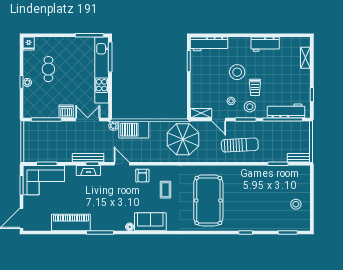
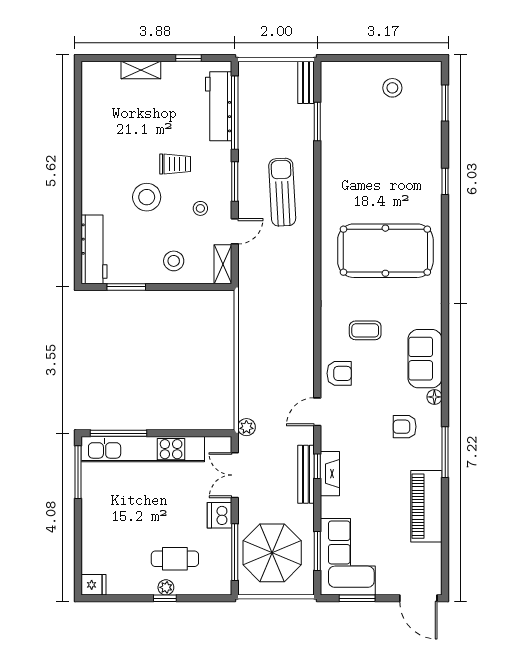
workbench: (265, 44) -> (95, 145), removed
shelving: (305, 58) -> (141, 70), moved
cafe table: (48, 69) -> (175, 559), moved
stool: (250, 107) -> (174, 261), moved
barbecue: (134, 130) -> (254, 389), removed
parasol: (183, 139) -> (272, 553), moved
armchair: (114, 211) -> (405, 427), added

